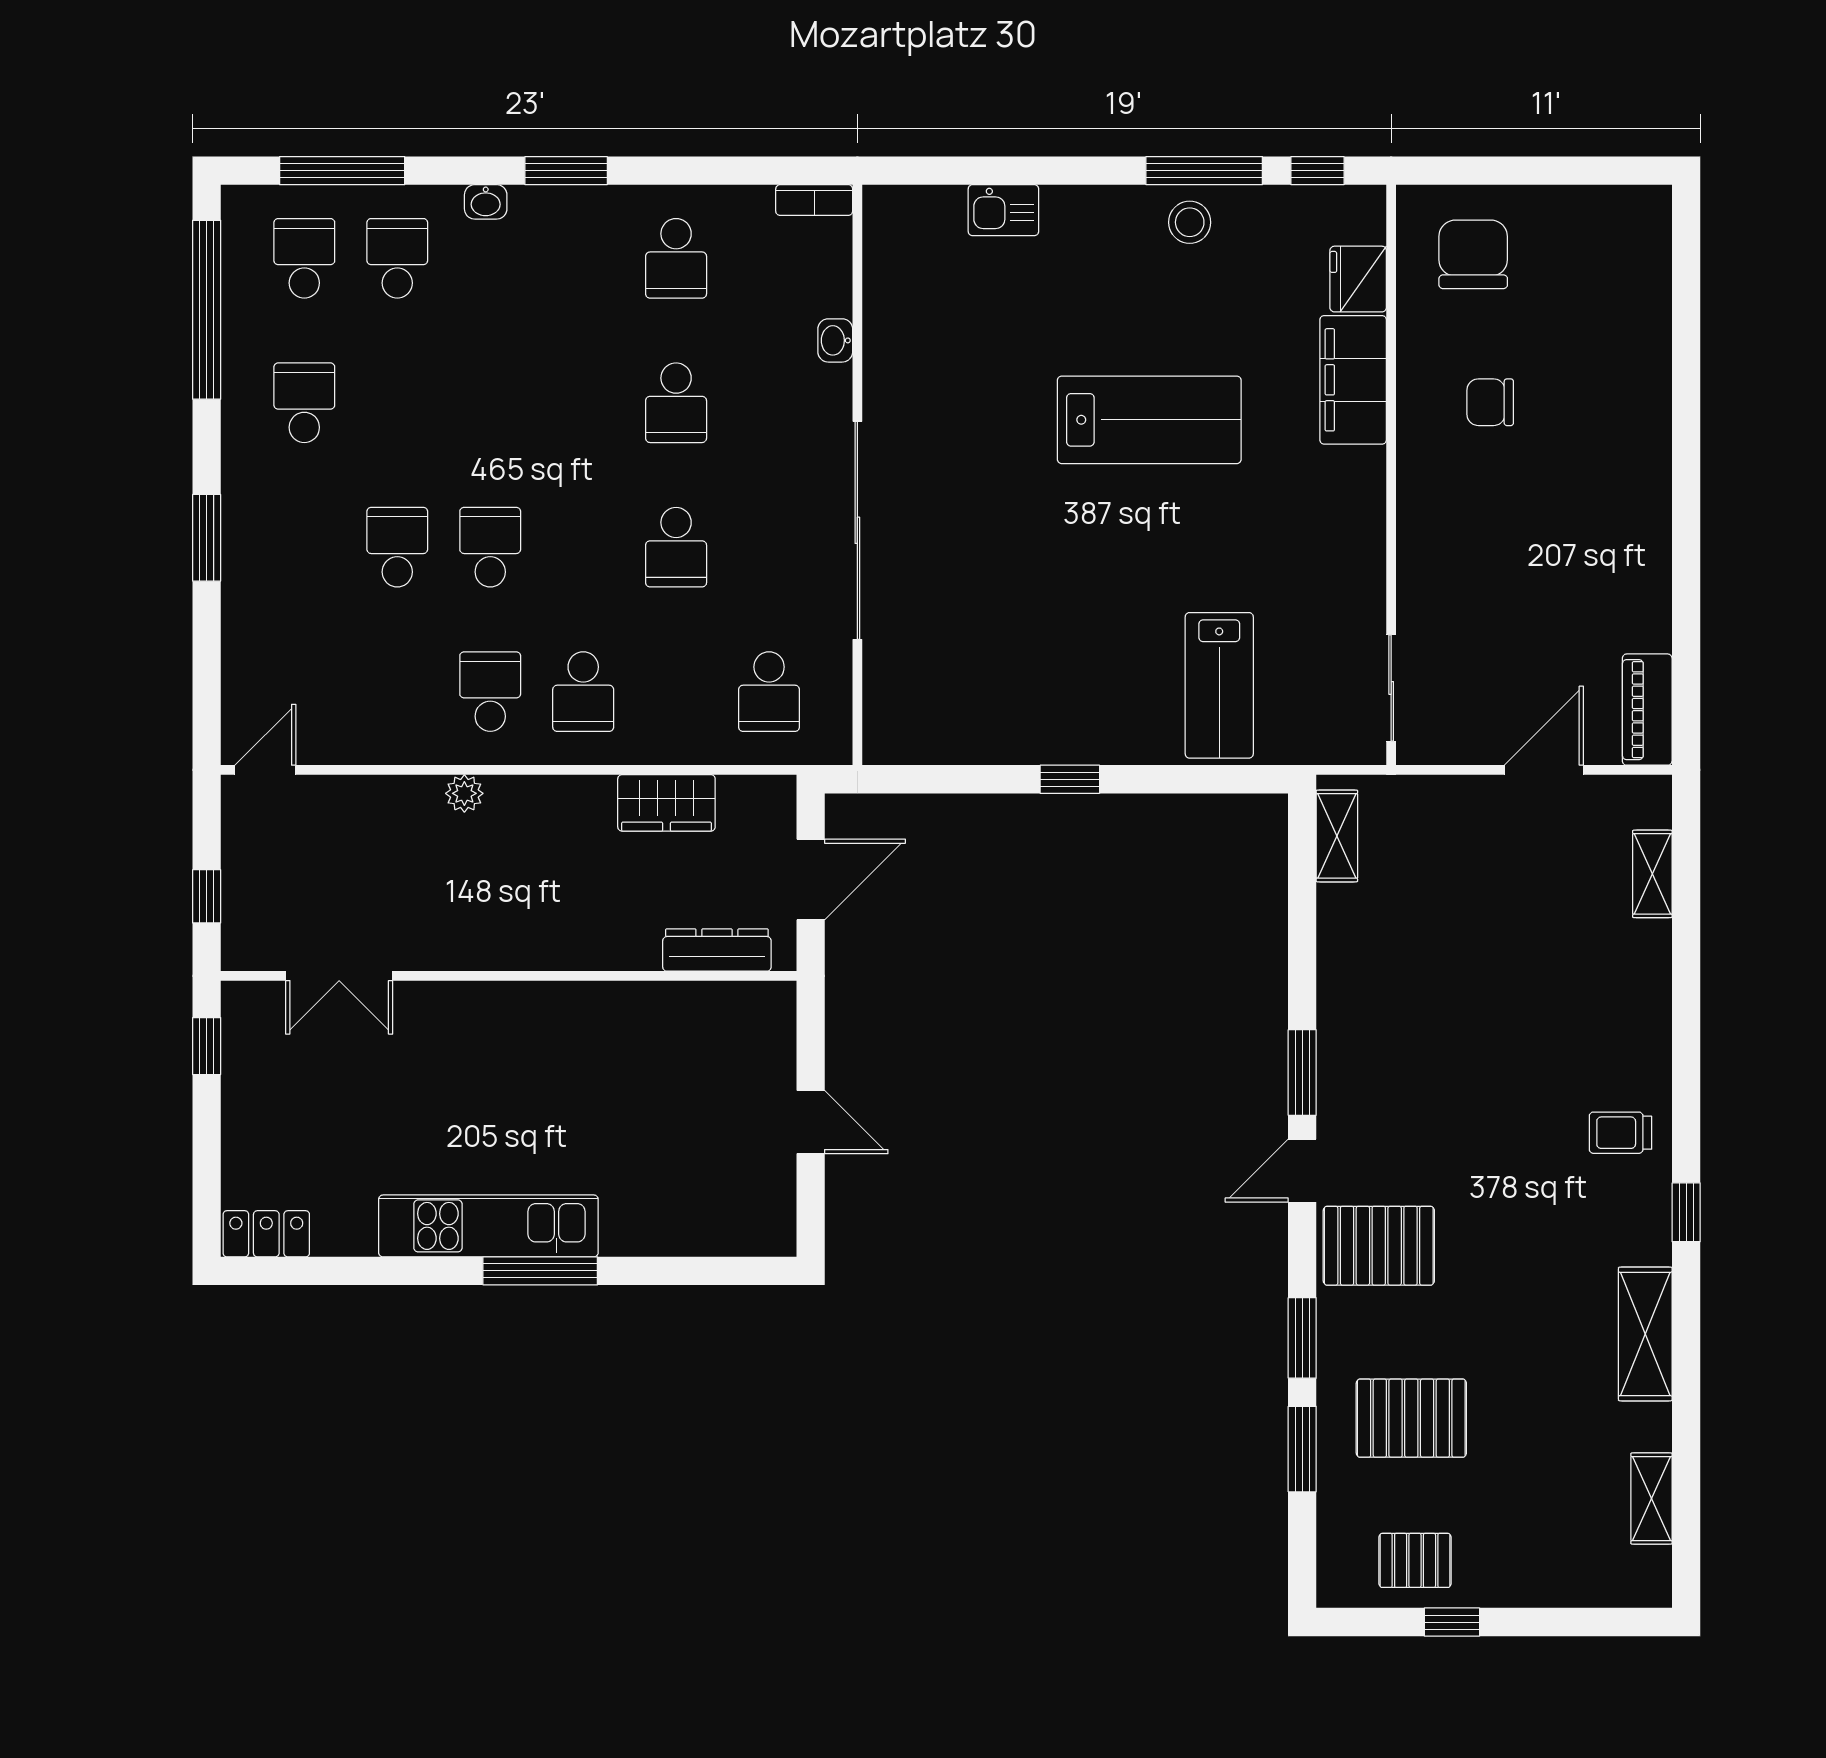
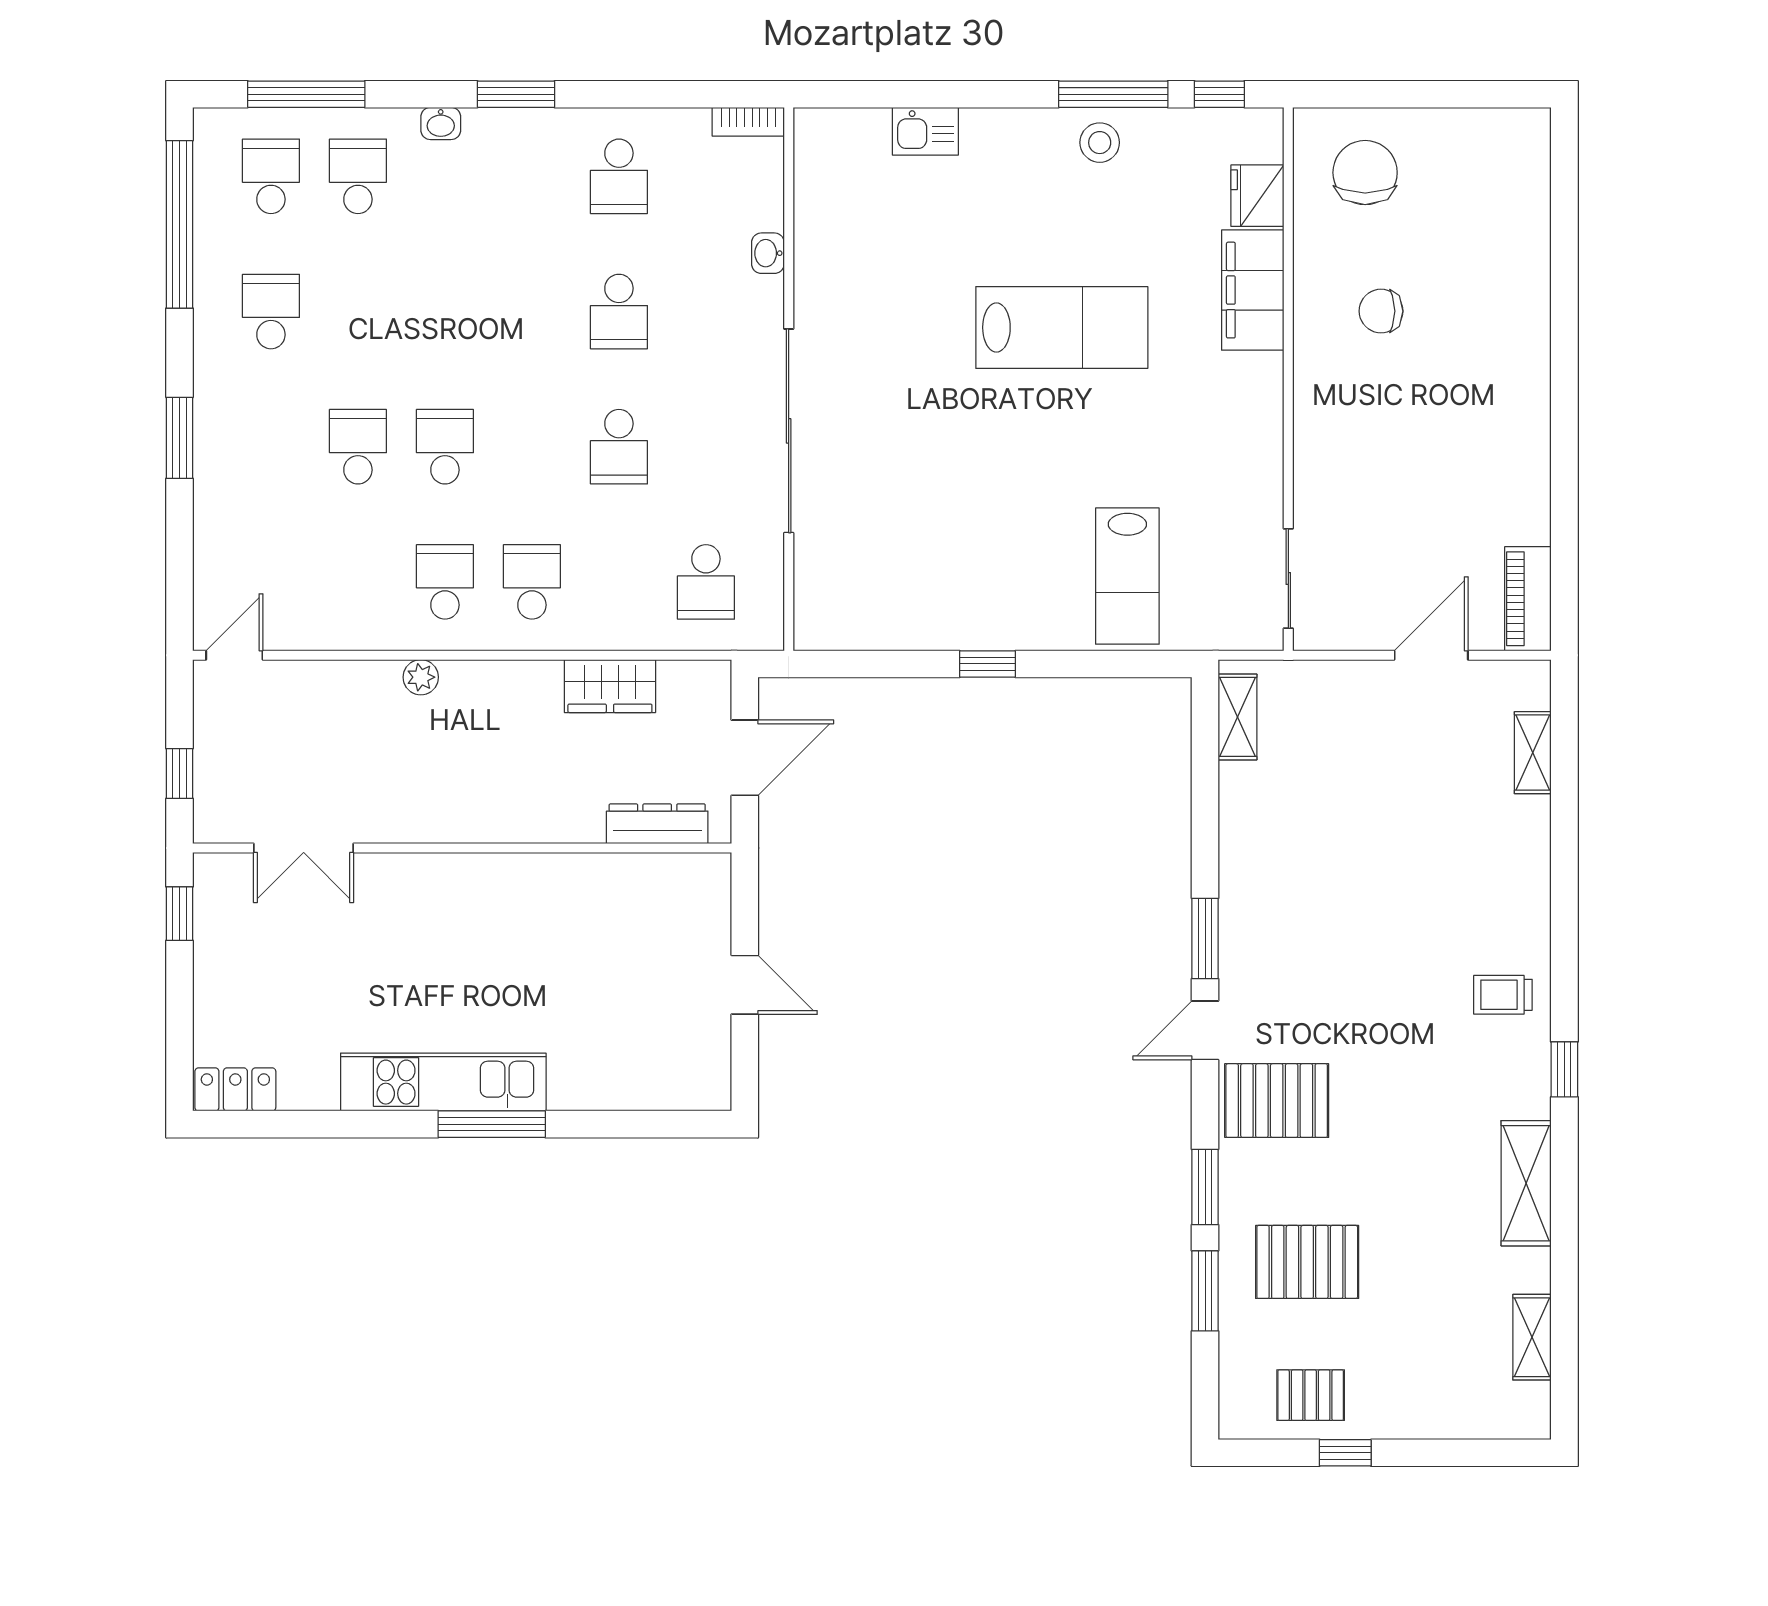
school desk: (583, 692) -> (532, 582), turned 180

